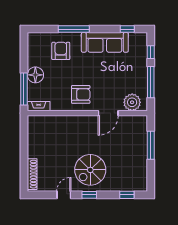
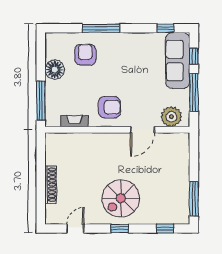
sofa: (105, 42) -> (178, 61), moved, turned 90
floor lamp: (35, 75) -> (55, 70), moved
fireplace: (39, 106) -> (75, 121), moved
window: (151, 145) -> (194, 199), moved
shoe rack: (32, 174) -> (51, 185), moved
door: (64, 195) -> (75, 229), moved

